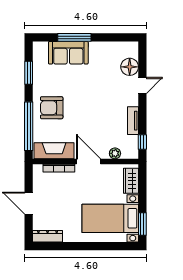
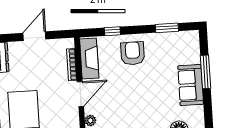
sofa: (68, 53) -> (191, 85), moved
window: (29, 126) -> (112, 31), width x0.32

